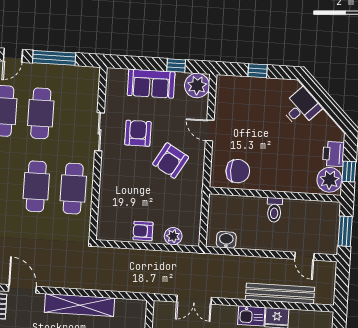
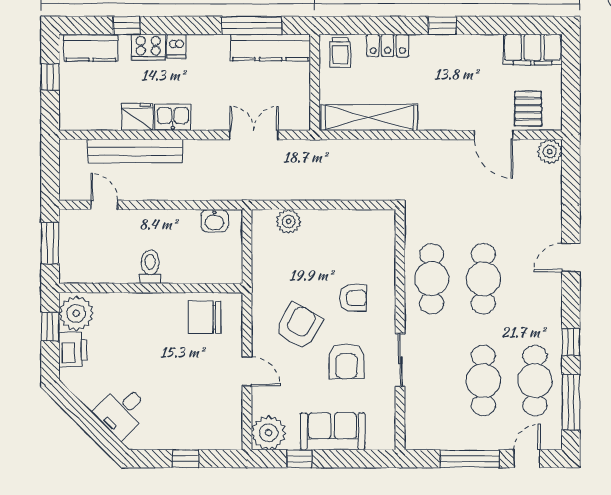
armchair: (143, 231) -> (353, 298), moved
shelving: (79, 305) -> (369, 117), moved

